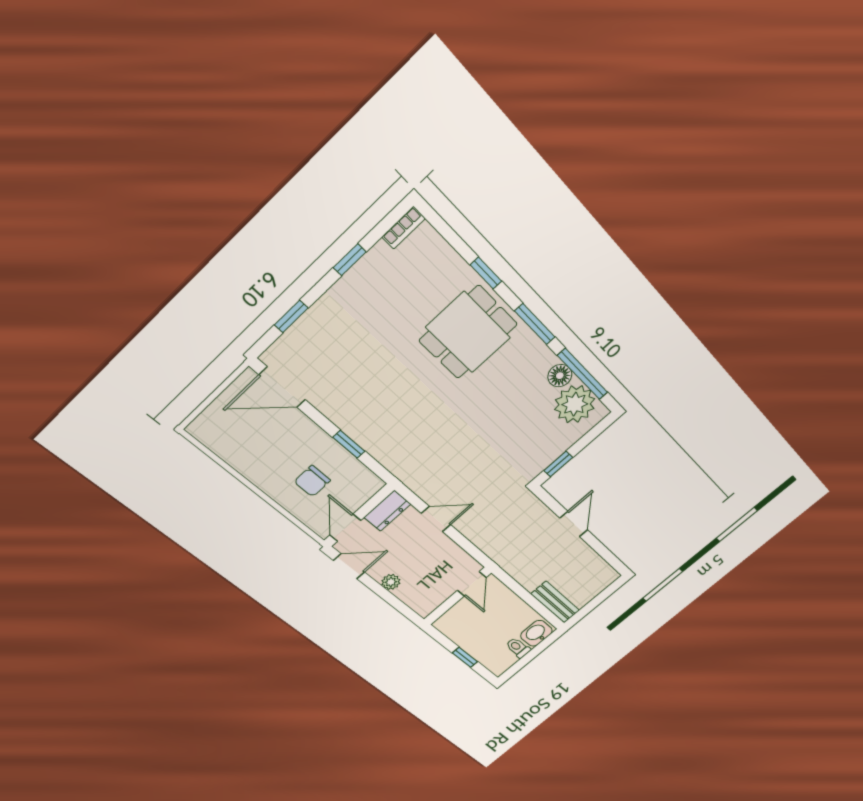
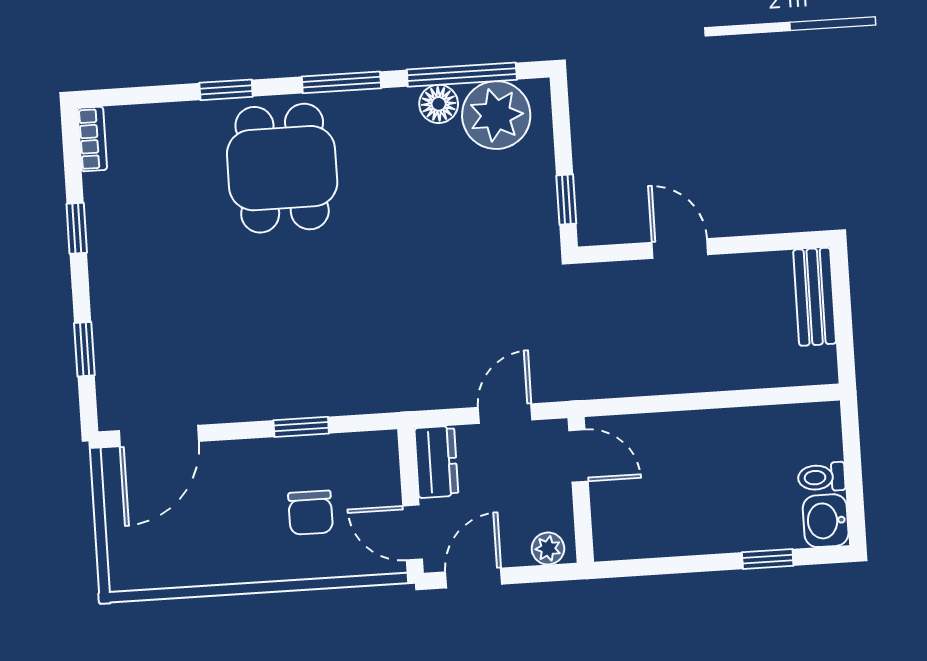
door: (472, 584) -> (579, 456), moved
wall: (457, 596) -> (581, 490), moved
bench: (555, 602) -> (815, 297), moved, turned 90
washbasin: (536, 633) -> (826, 521), moved

